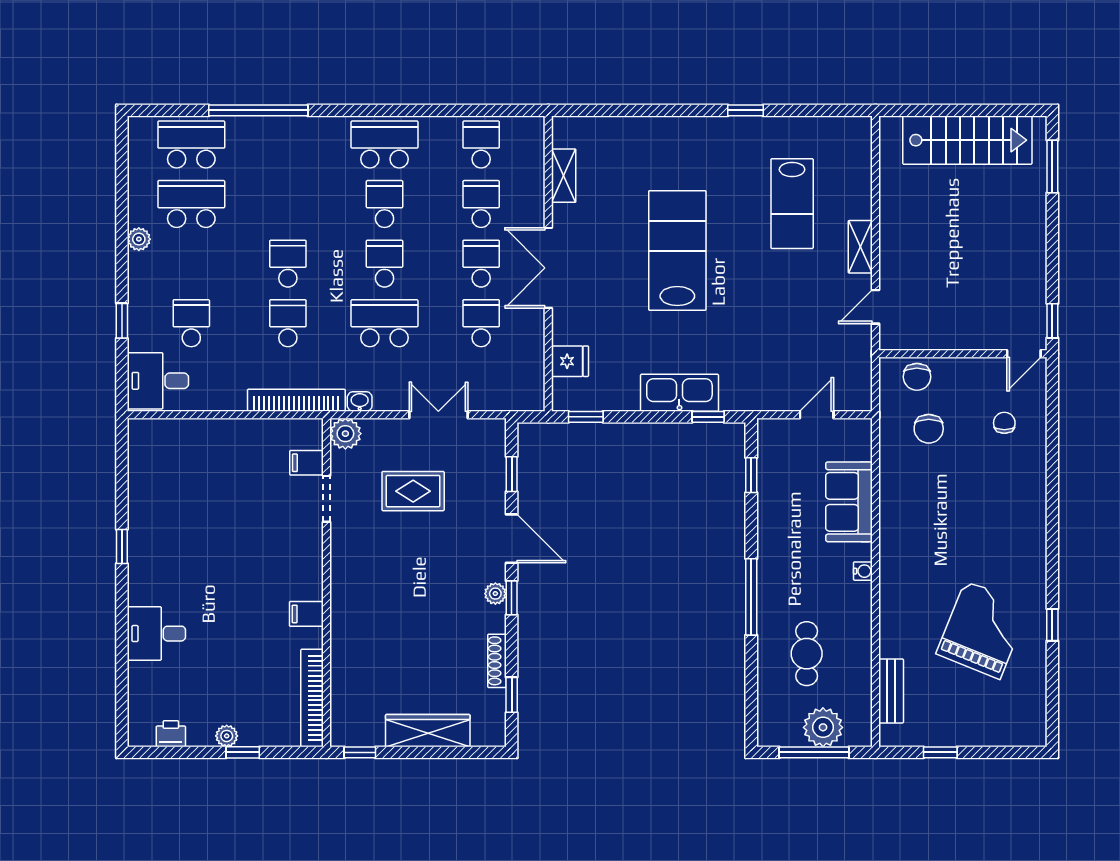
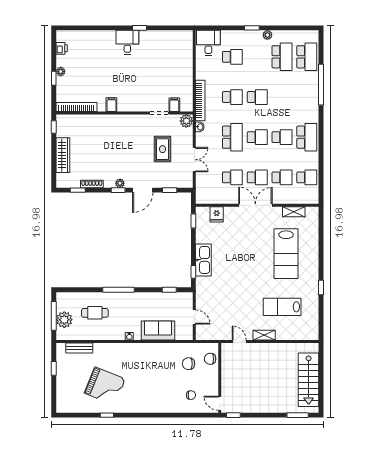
lab bench: (677, 250) -> (286, 254), moved, turned 90
window: (122, 321) -> (252, 28), moved
desk: (156, 634) -> (127, 42), moved

